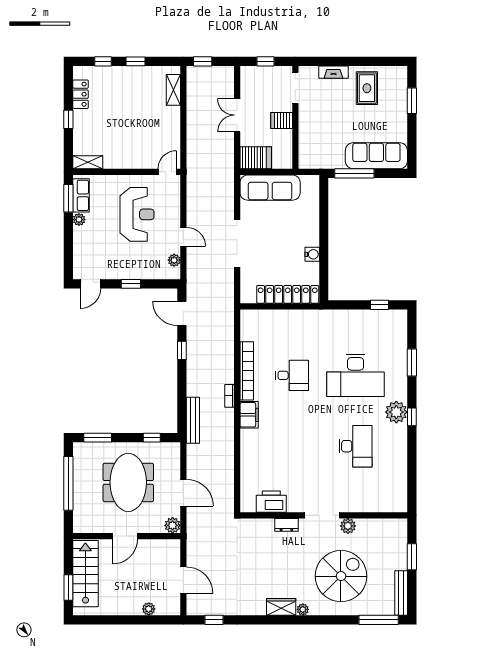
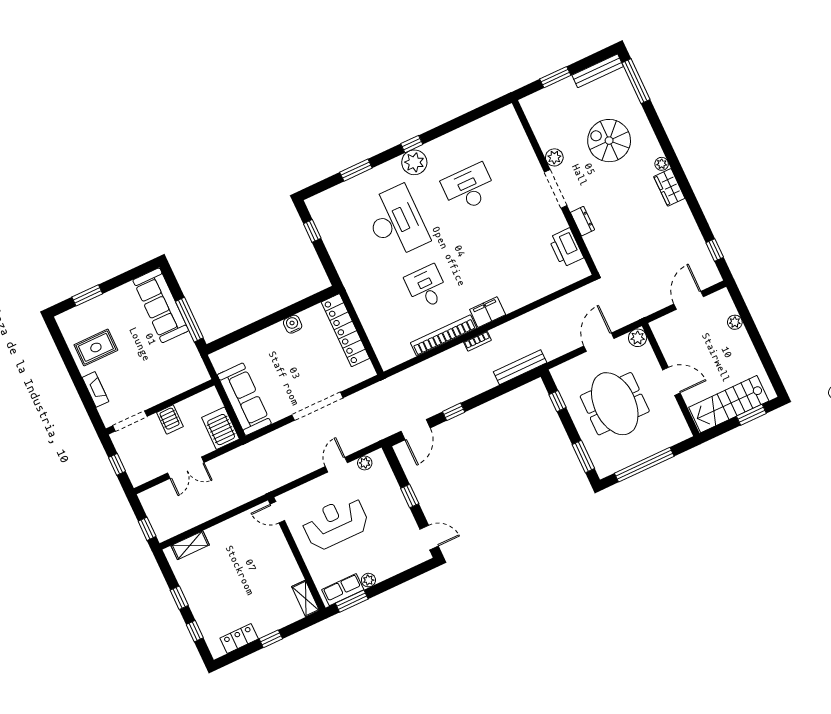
meeting table: (128, 482) -> (615, 404), turned 90
spiral stairs: (341, 576) -> (609, 141), width x0.73, depth x0.73

